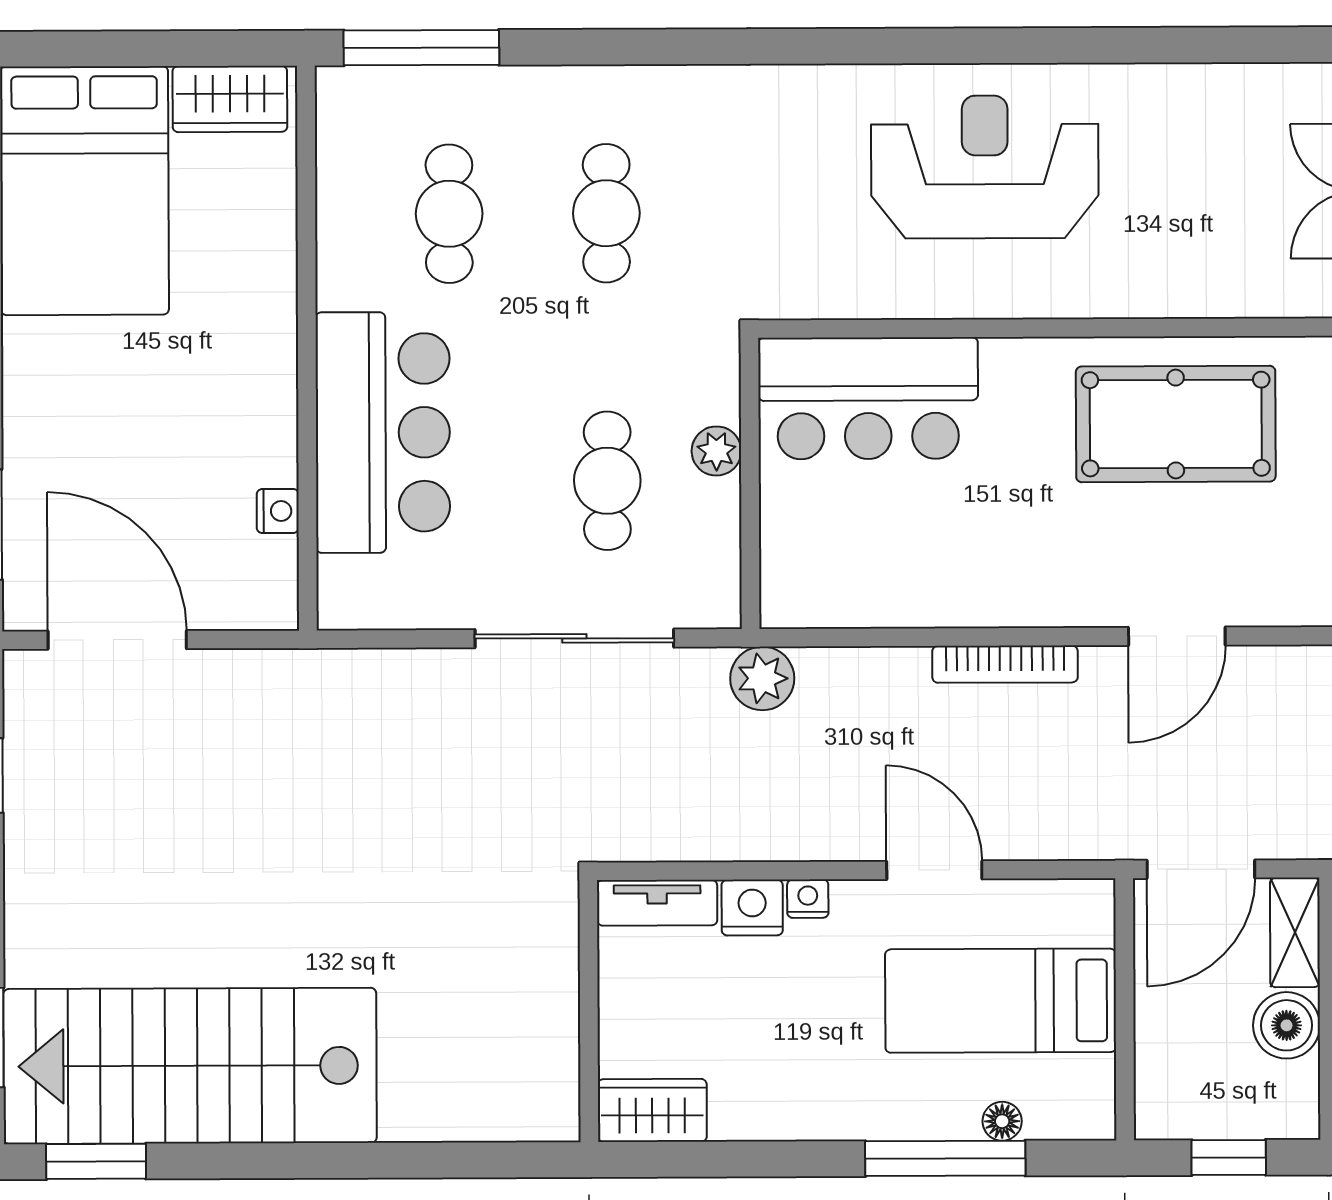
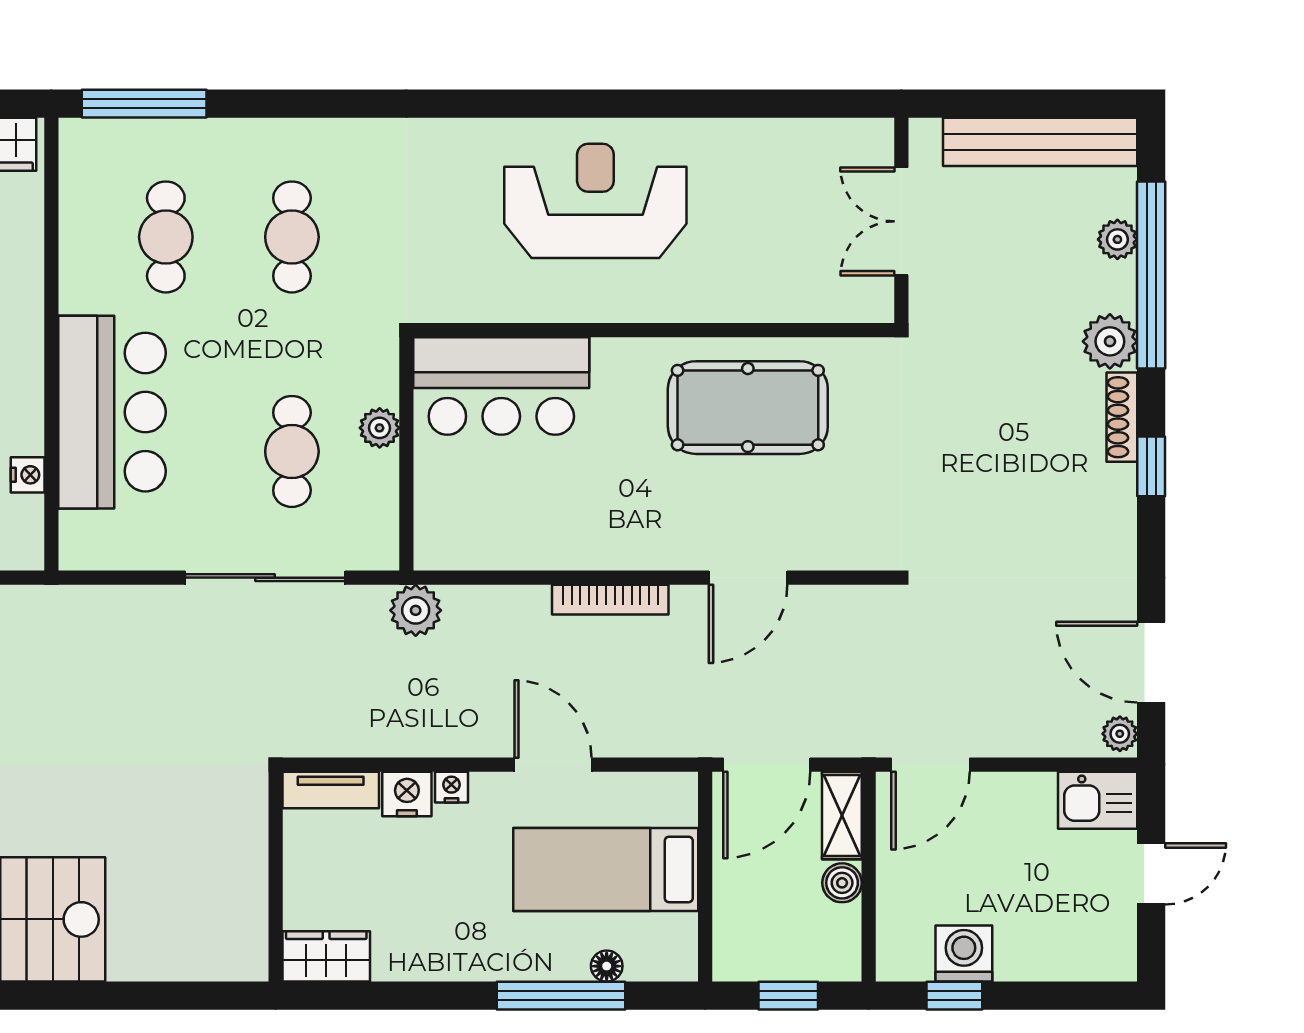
boiler: (1287, 1025) -> (842, 883), width x0.73, depth x0.73

